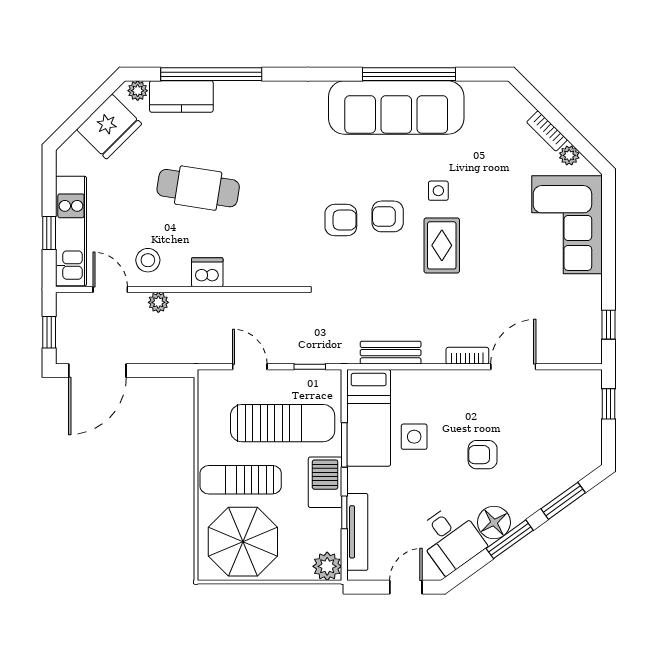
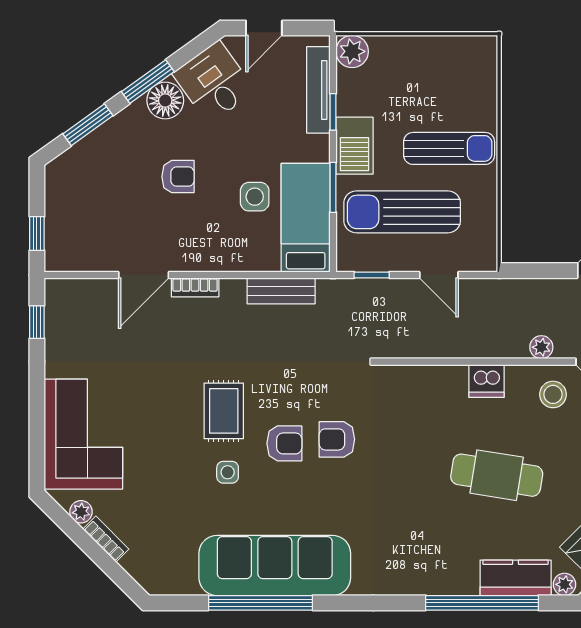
parasol: (243, 542) -> (447, 79), removed

